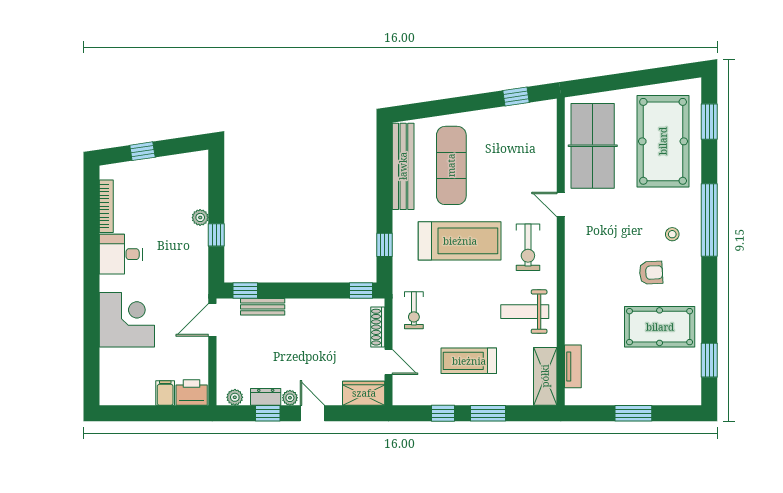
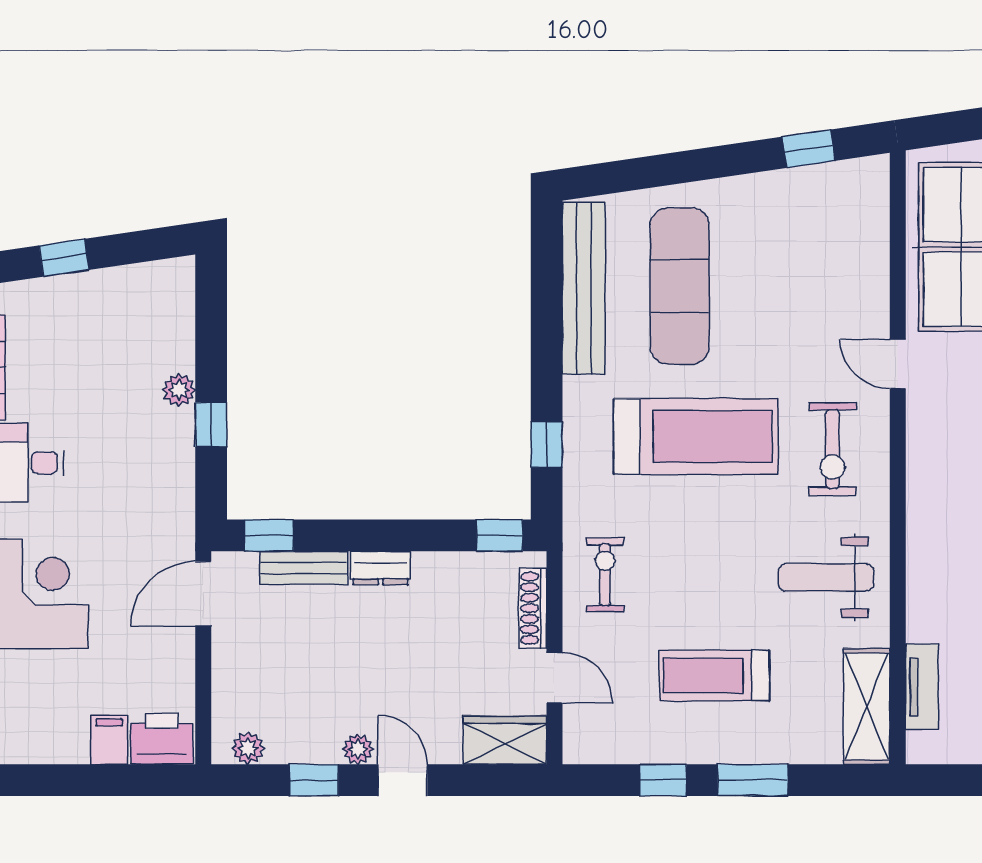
exercise bike: (414, 310) -> (605, 575), turned 180
dresser: (266, 397) -> (381, 568), moved, turned 180

